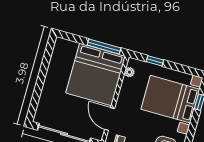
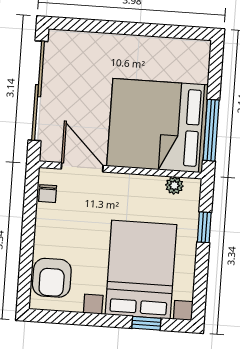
door: (110, 119) -> (82, 167), hinge flipped

